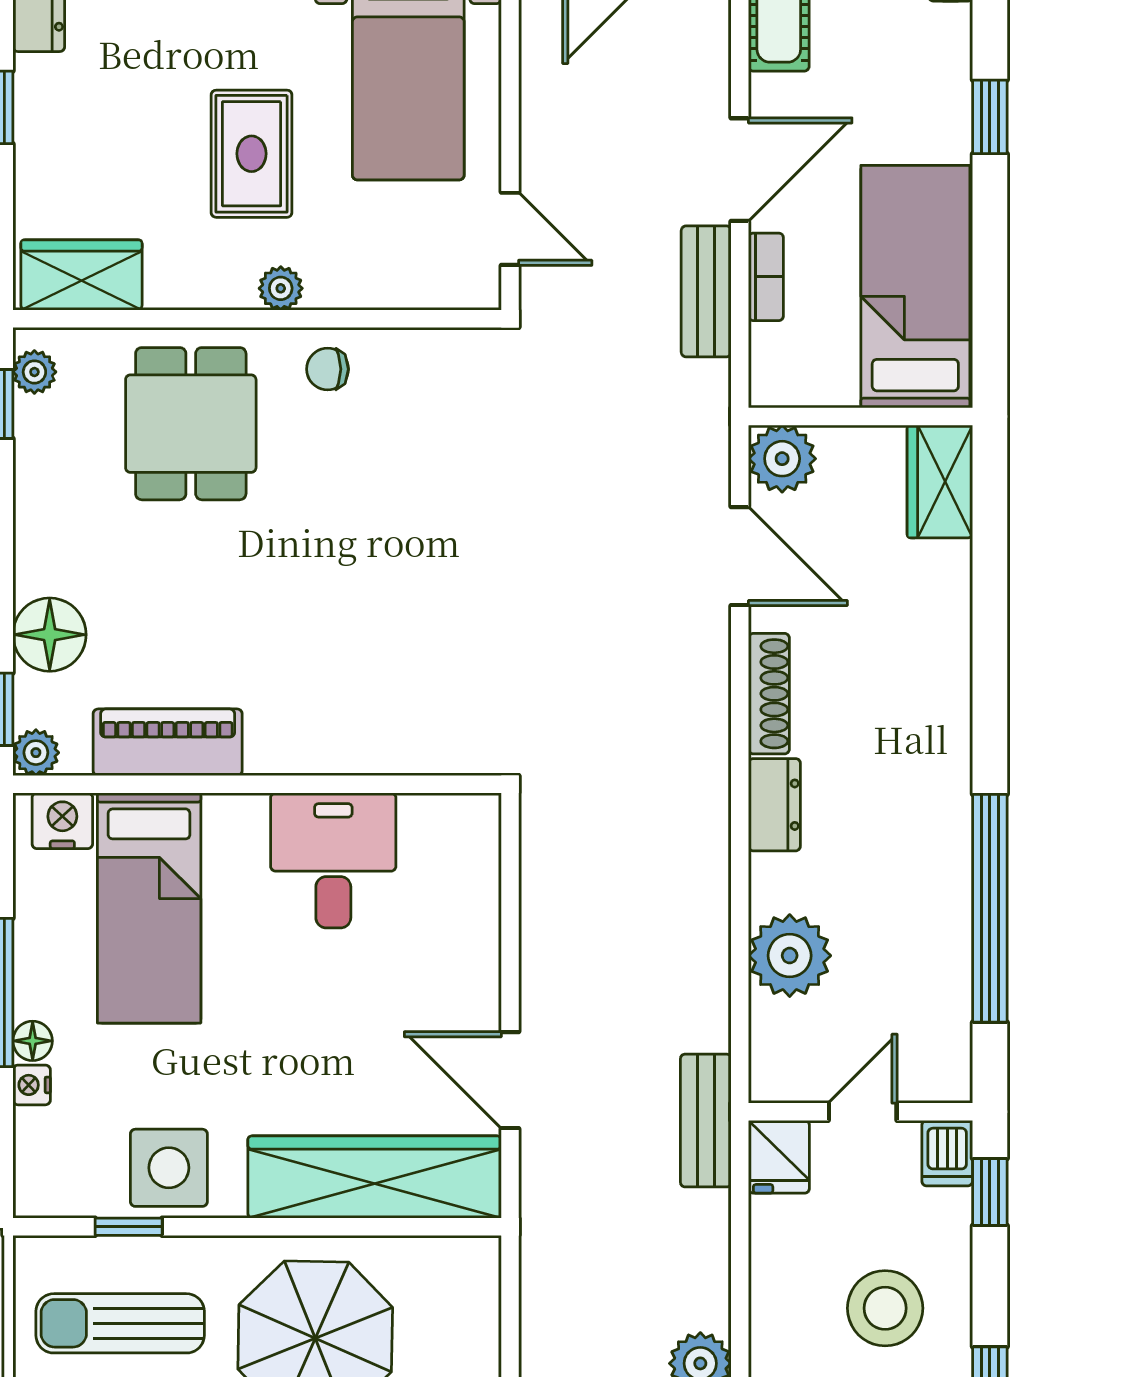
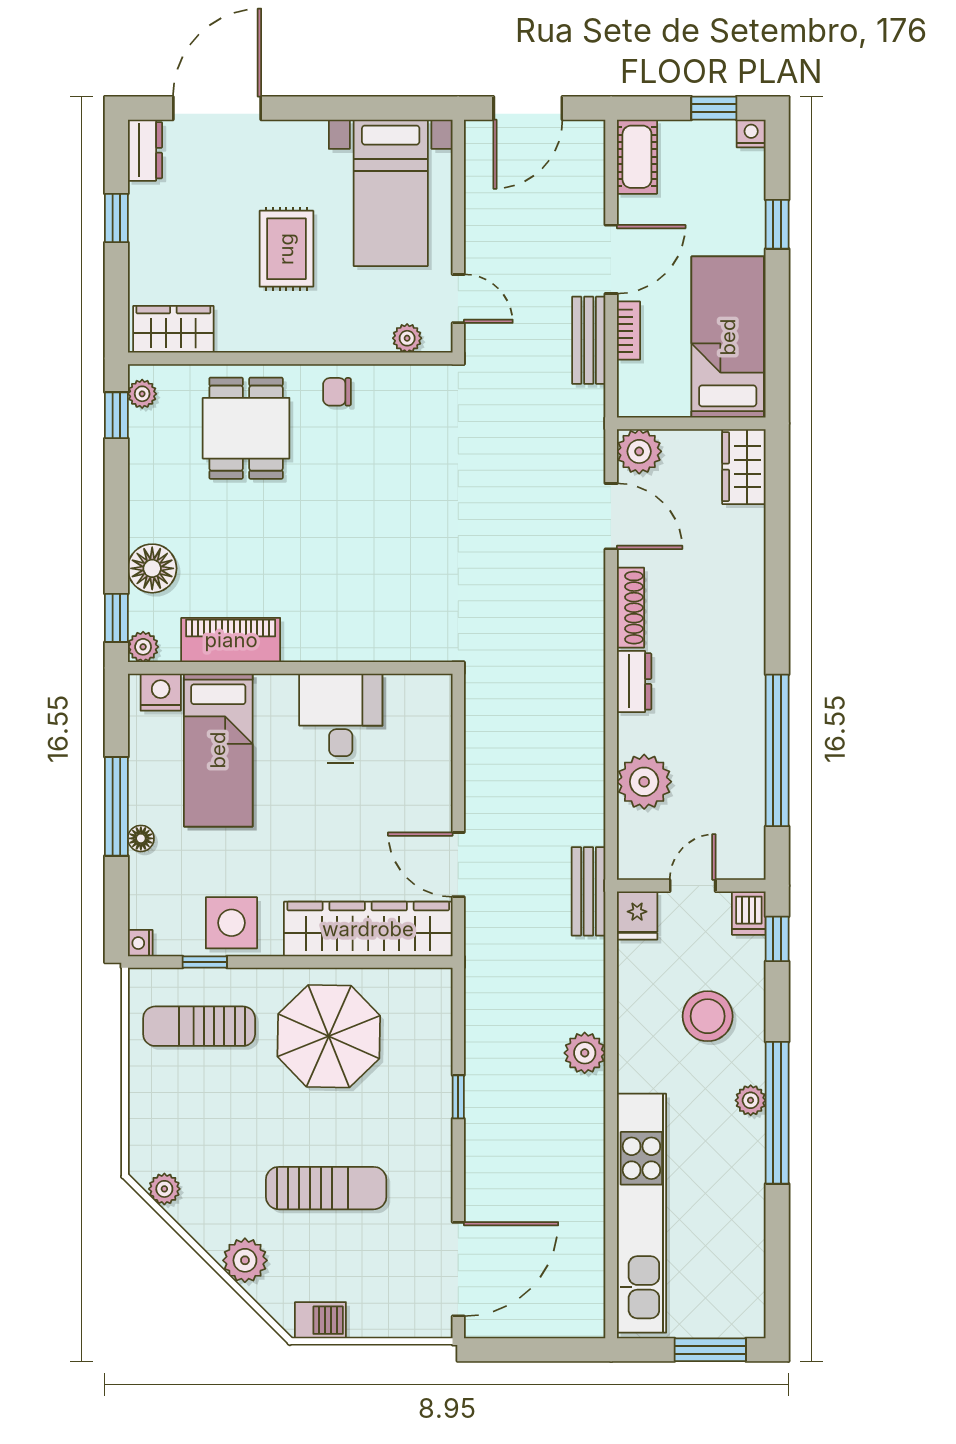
plant: (281, 288) -> (407, 338), moved
nightstand: (32, 1085) -> (140, 943), moved

